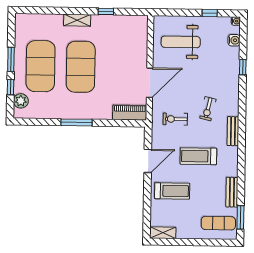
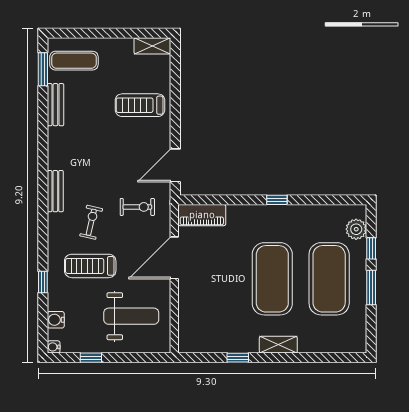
window: (76, 122) -> (277, 200), width x0.46
treadmill: (198, 156) -> (90, 266), moved, turned 180
door: (148, 161) -> (175, 165), moved

